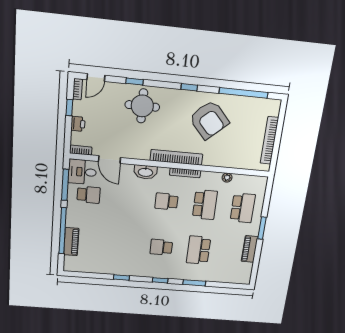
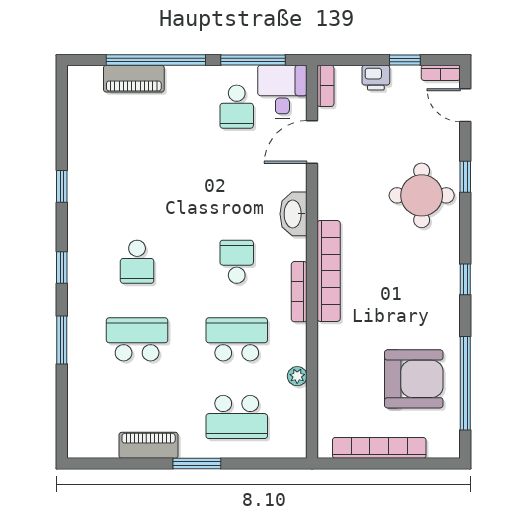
armchair: (209, 120) -> (414, 379), moved, turned -138
school desk: (205, 205) -> (237, 339), turned 180
school desk: (161, 247) -> (137, 262), turned 180

